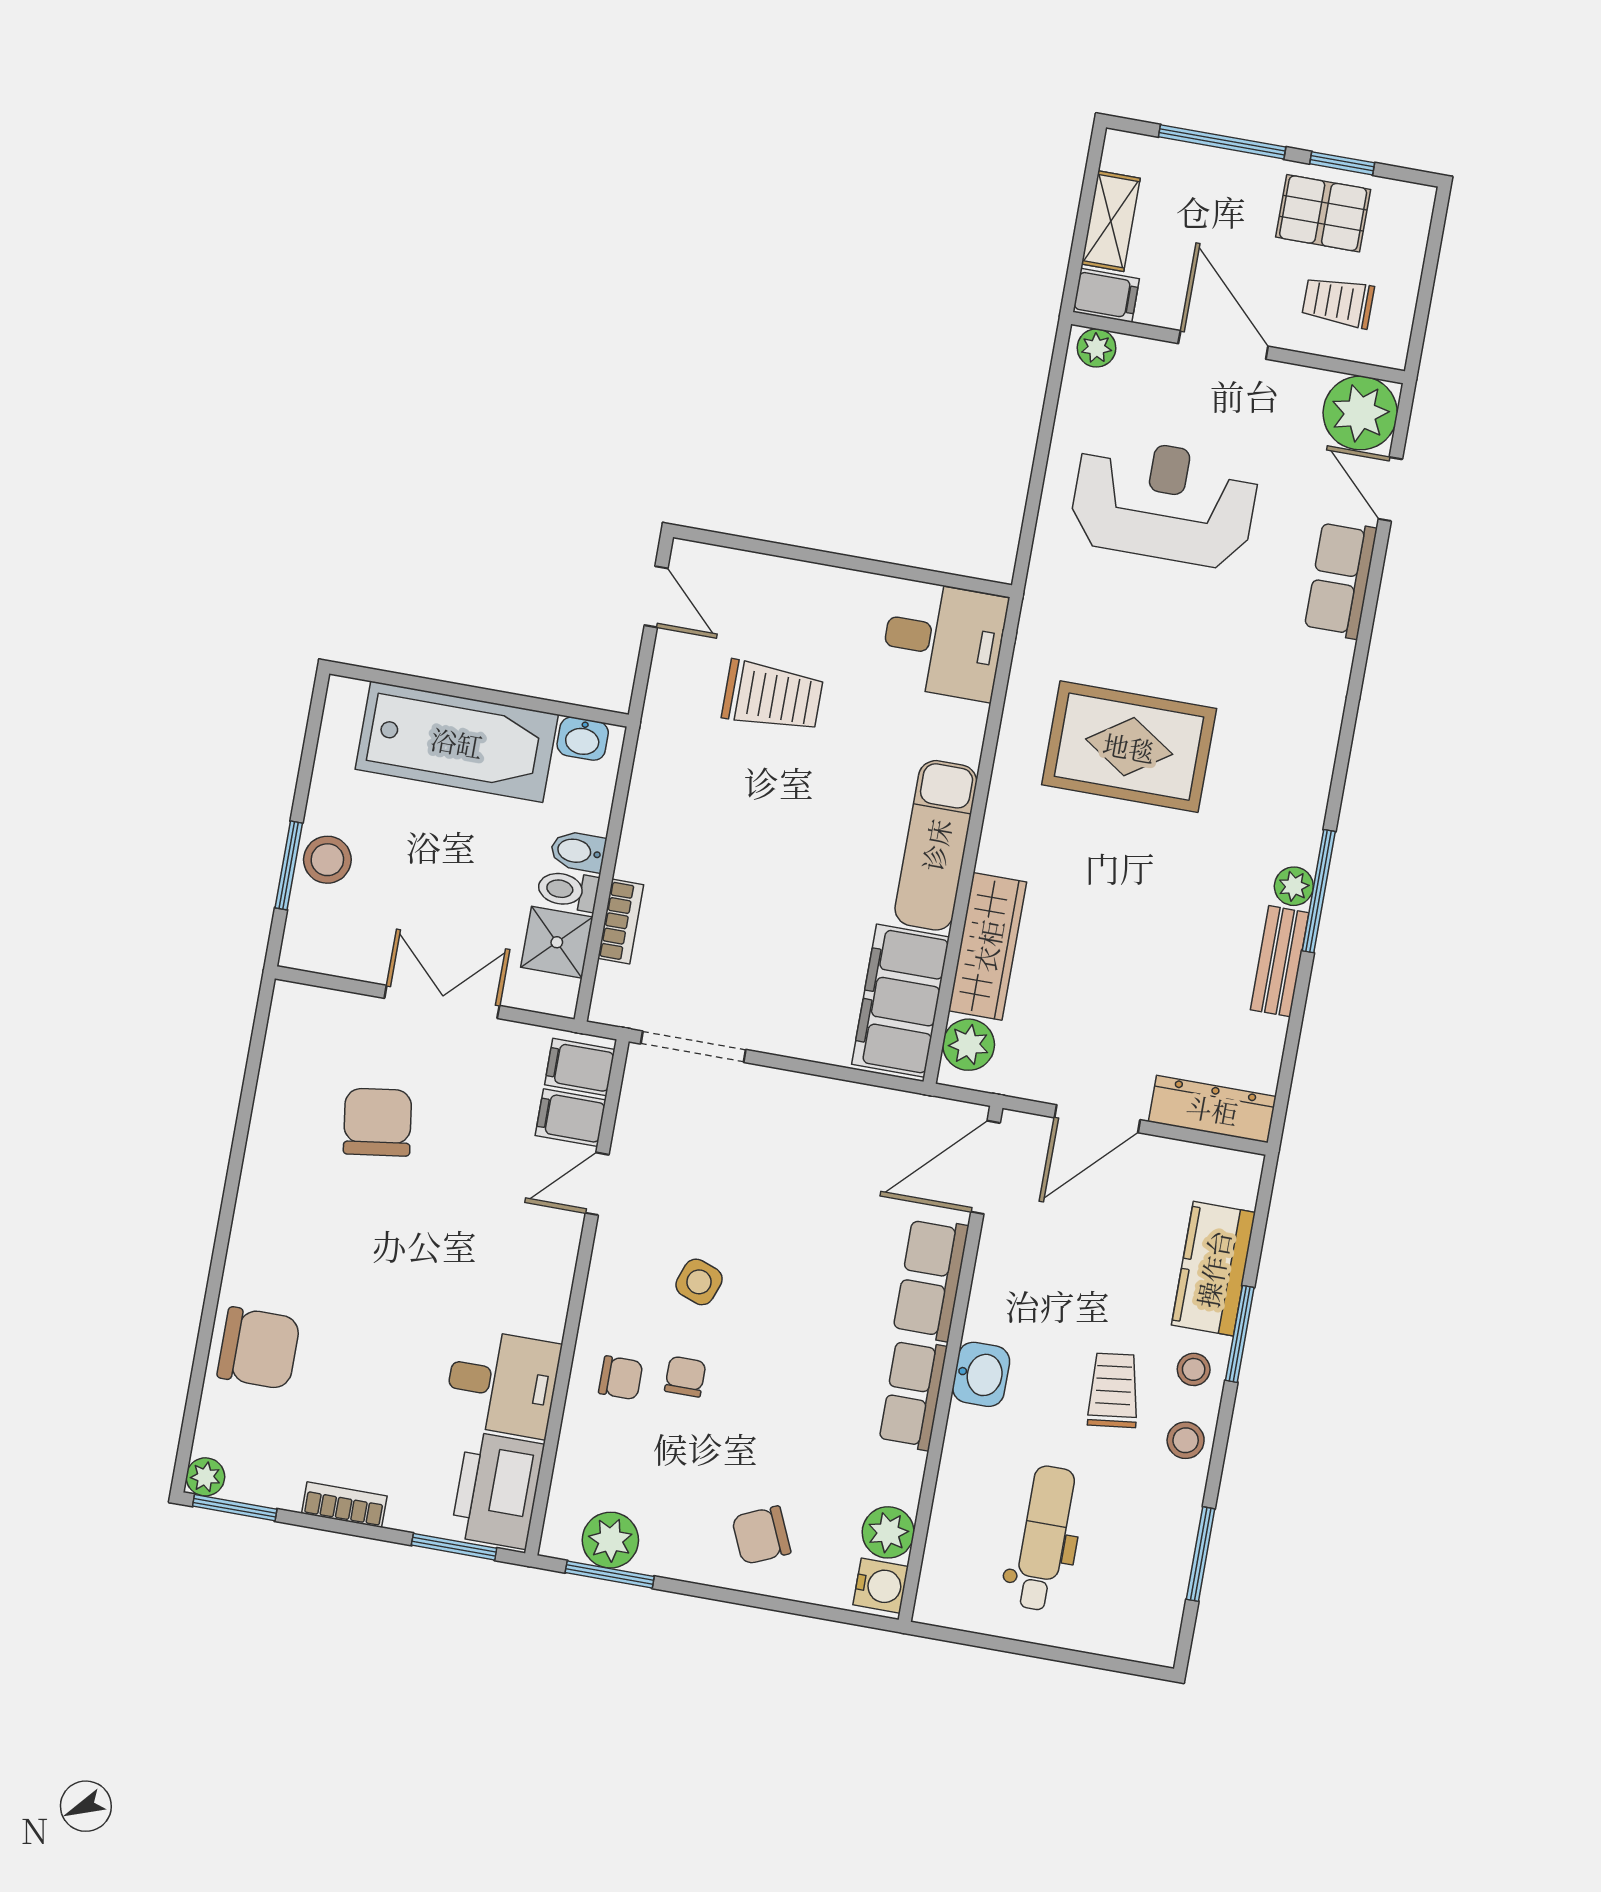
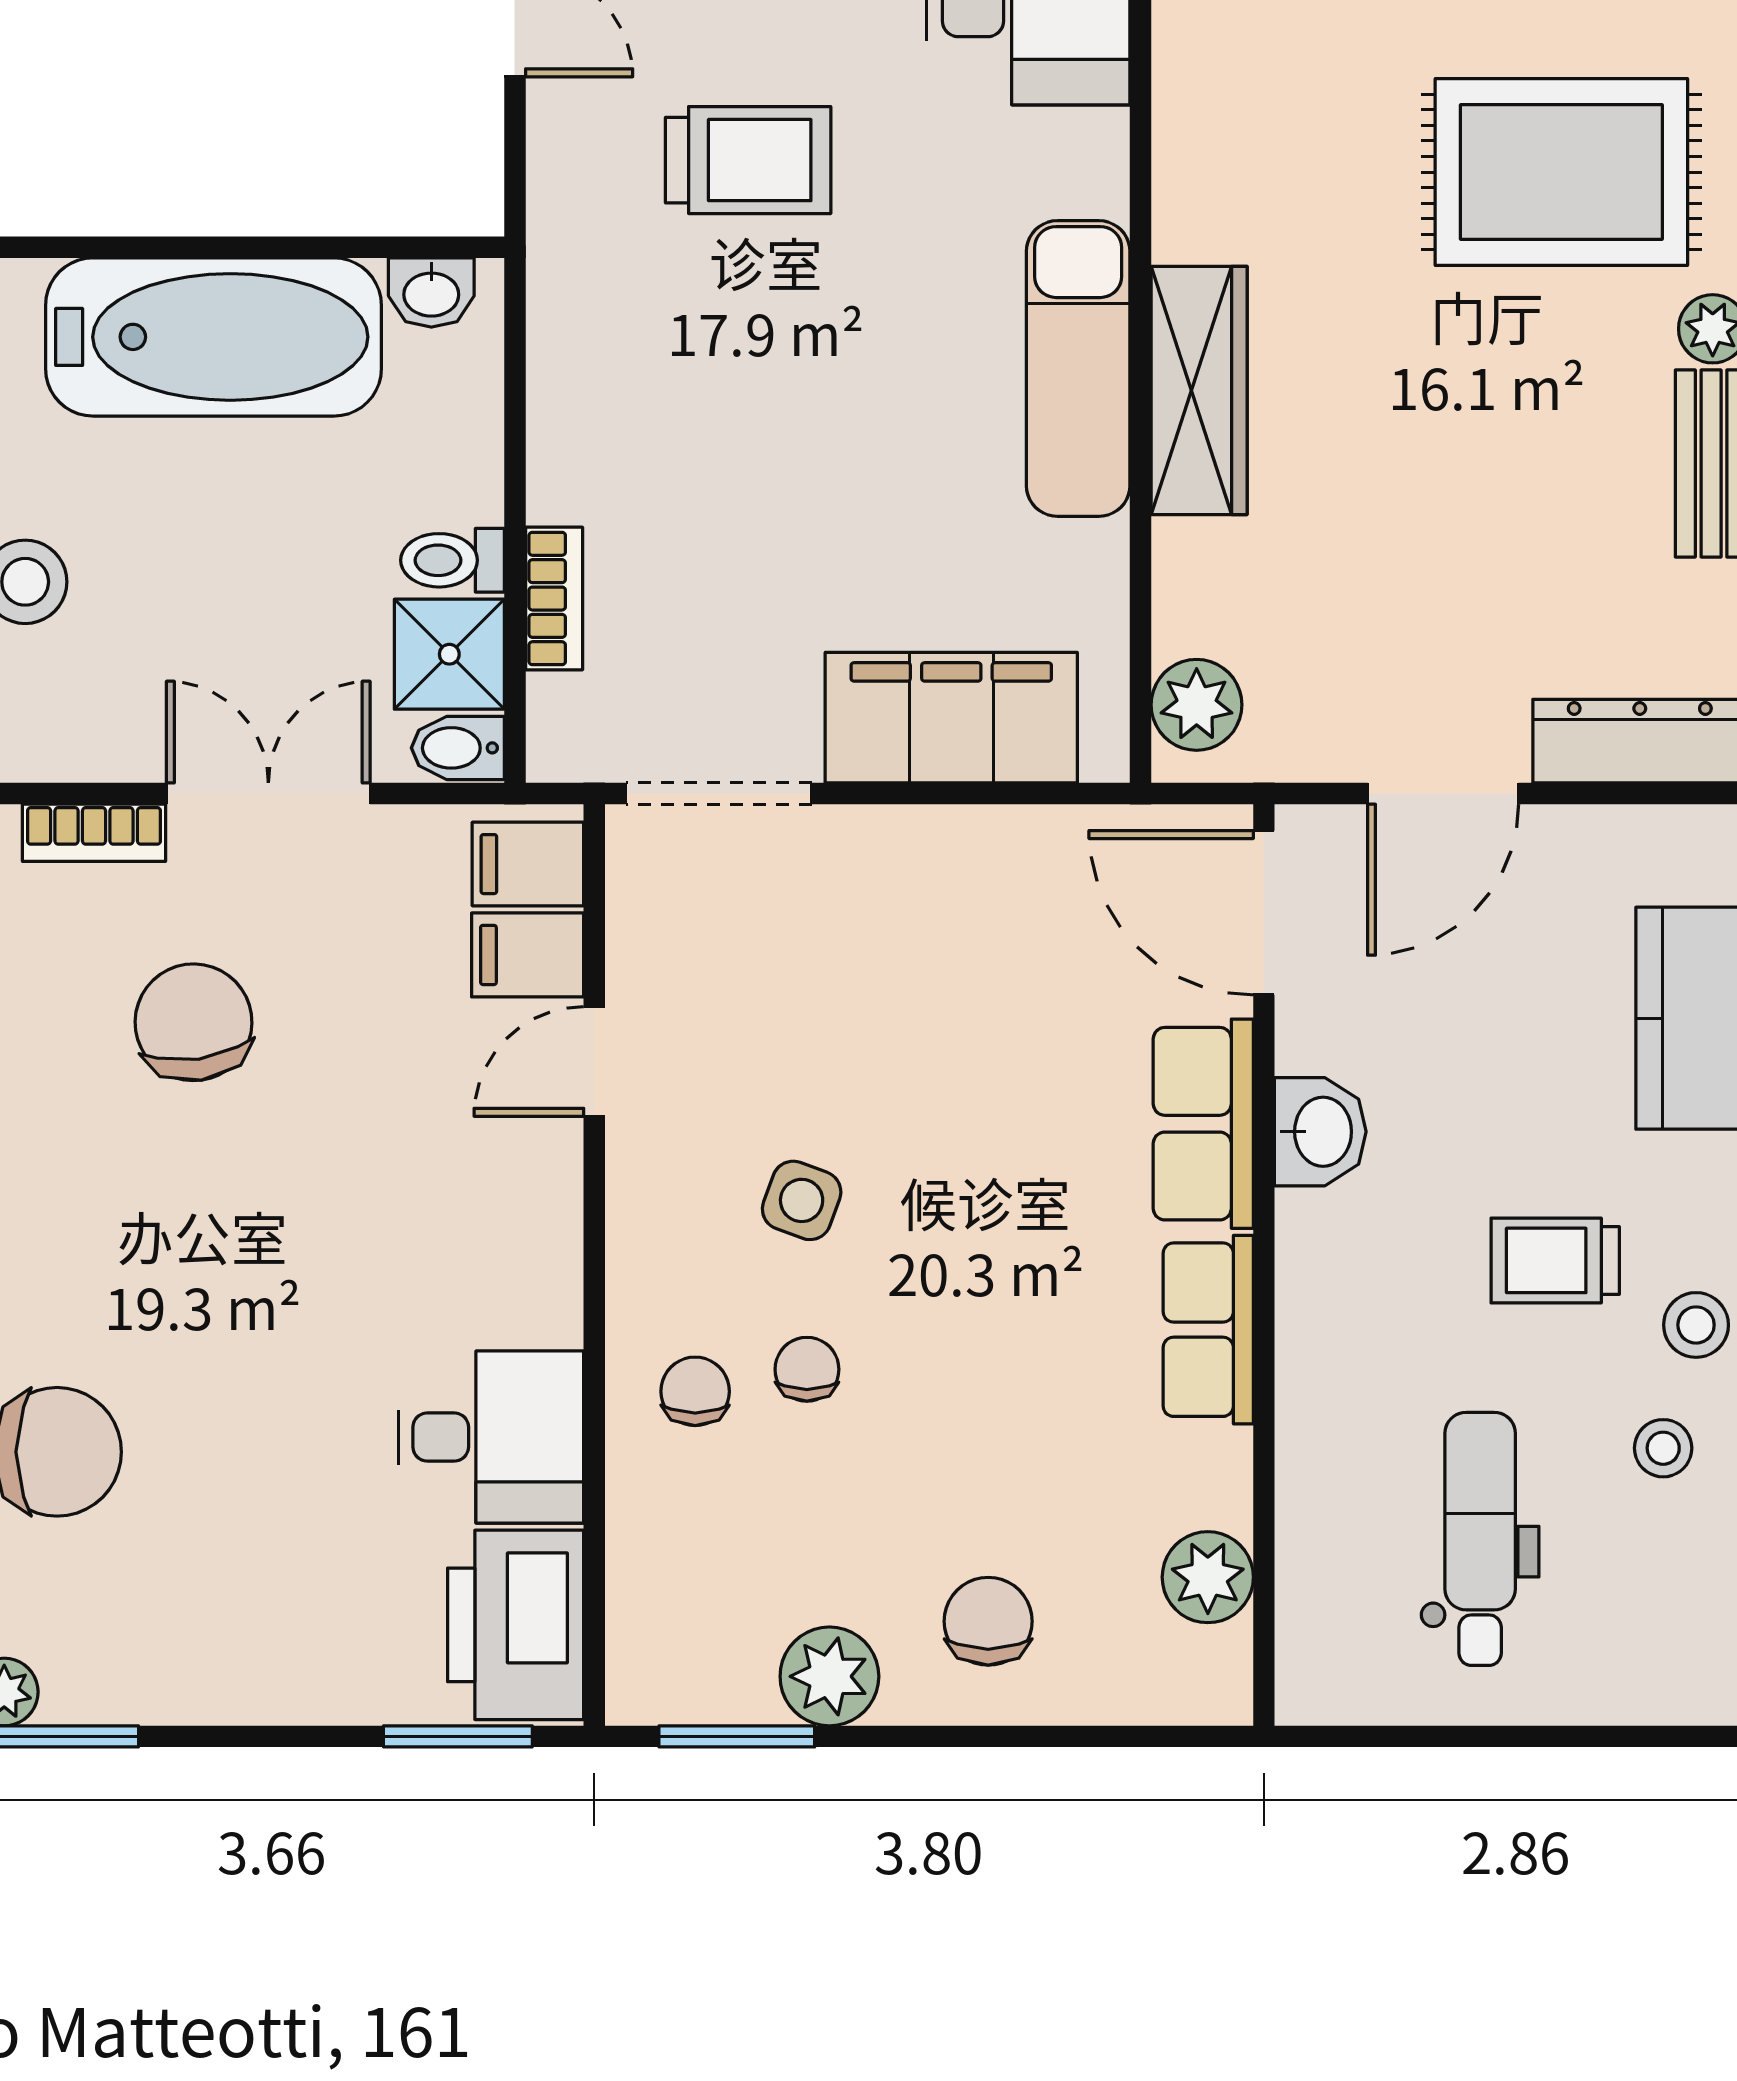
rug: (1129, 747) -> (1561, 172), moved
bidet: (578, 851) -> (458, 748), moved
wardrobe: (988, 946) -> (1199, 390), moved
filing cabinet: (900, 1001) -> (951, 718), moved, turned 90
door: (985, 1167) -> (1264, 913), hinge flipped
stool: (1194, 1369) -> (1663, 1448), moved
washbasin: (981, 1374) -> (1320, 1132), moved
chair: (621, 1378) -> (695, 1391), turned -90
trolley: (1113, 1390) -> (1555, 1260), turned -83
bookcase: (344, 1505) -> (94, 833), moved, turned 180
chair: (761, 1535) -> (988, 1621), turned 114
plant: (610, 1540) -> (829, 1676), moved
water cooler: (881, 1586) -> (1211, 1672), removed

